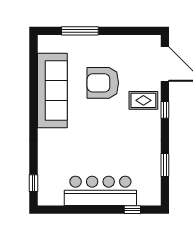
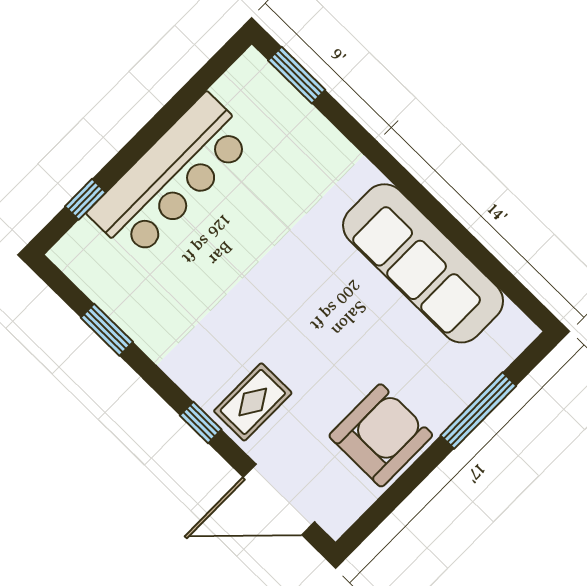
armchair: (103, 83) -> (381, 435), moved
window: (34, 183) -> (297, 75), width x1.50

